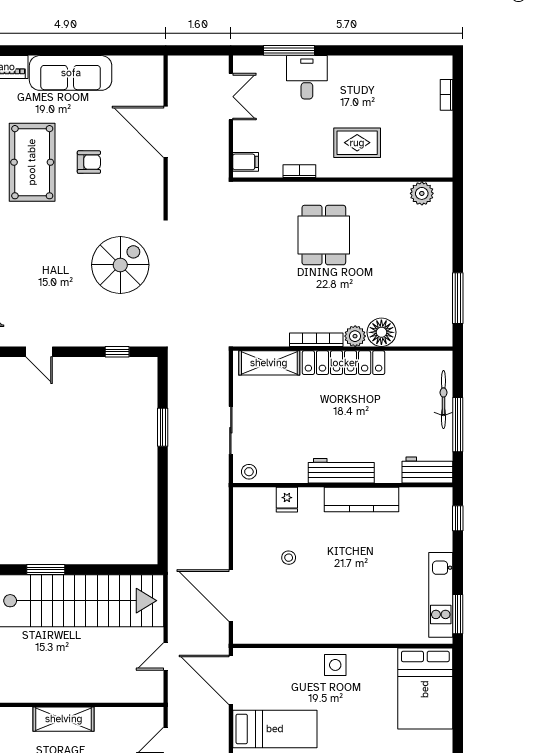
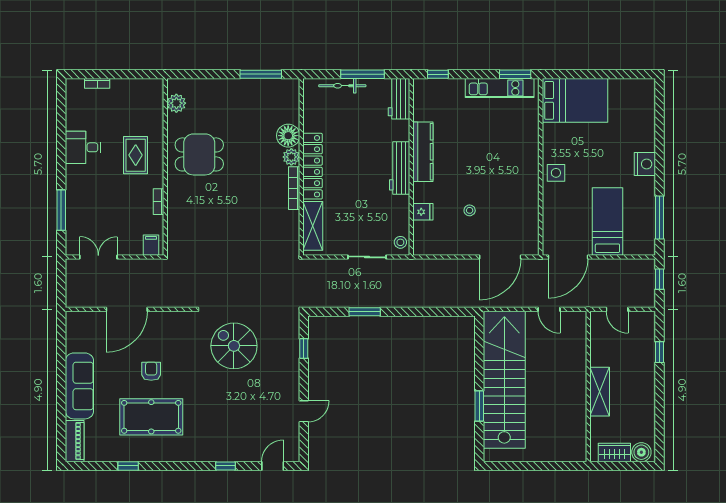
desk: (307, 77) -> (83, 147), moved
dining table: (324, 235) -> (199, 154), moved

